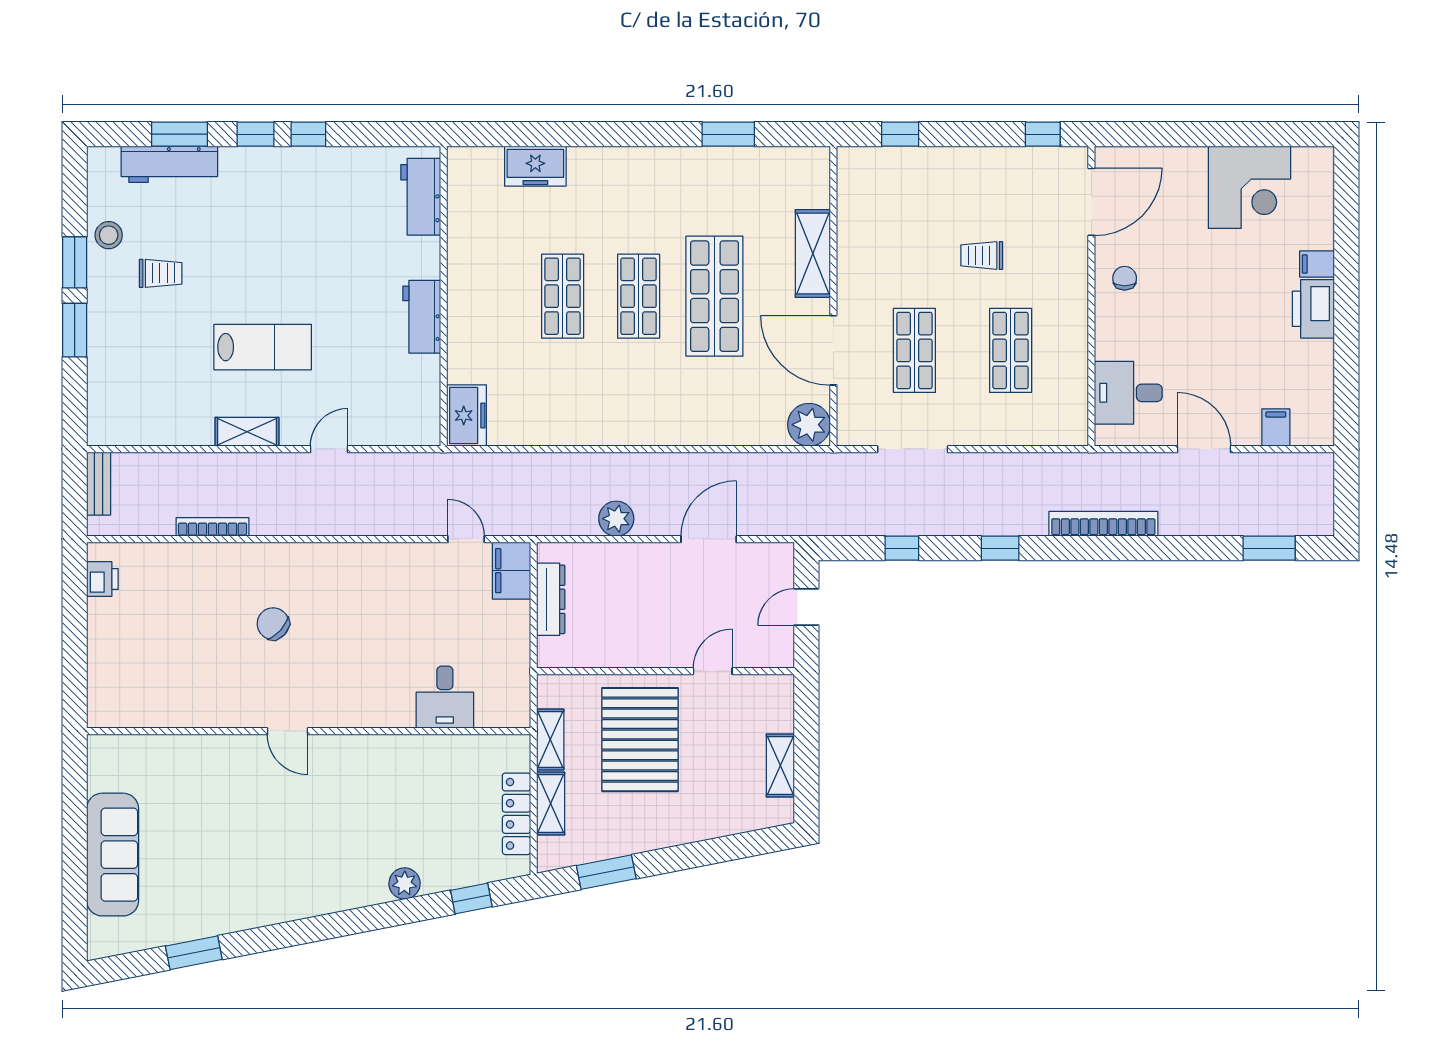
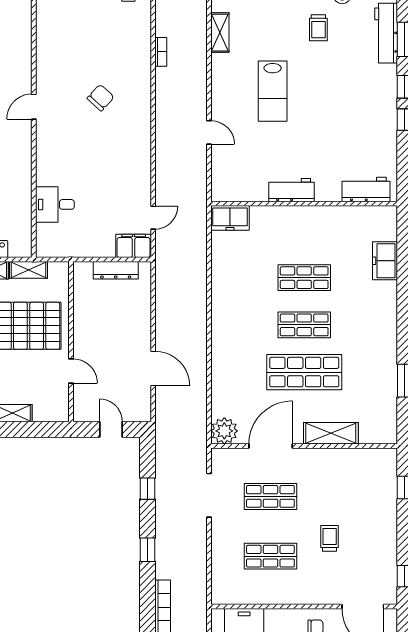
shelving: (247, 432) -> (220, 33), moved
plant: (616, 519) -> (166, 311), removed
bookcase: (212, 527) -> (161, 52), width x0.64

